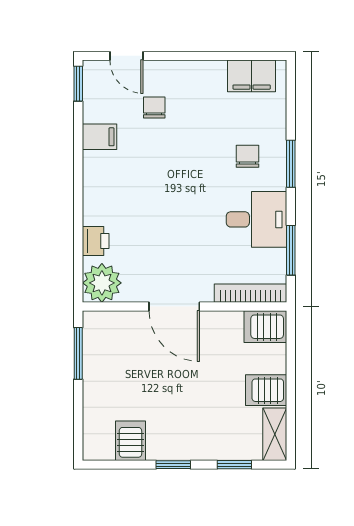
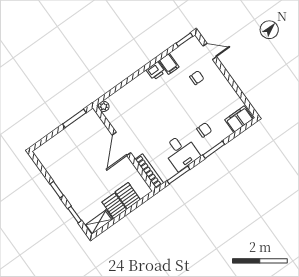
door: (127, 56) -> (210, 51), swing flipped
filing cabinet: (252, 76) -> (239, 119), moved, turned 90
printer: (96, 241) -> (156, 71), moved
plant: (102, 283) -> (104, 106), width x0.53, depth x0.53
server rack: (265, 327) -> (128, 196), moved
server rack: (130, 441) -> (54, 165), removed

